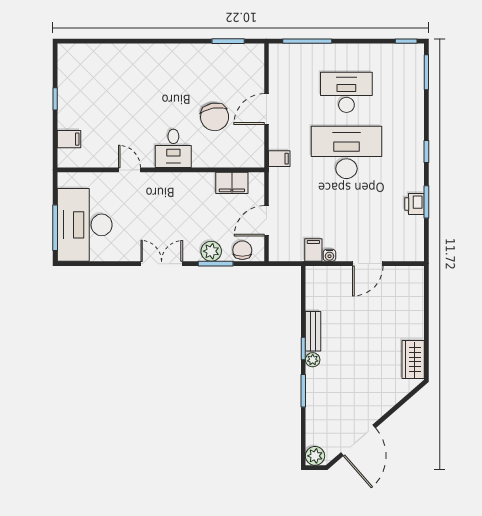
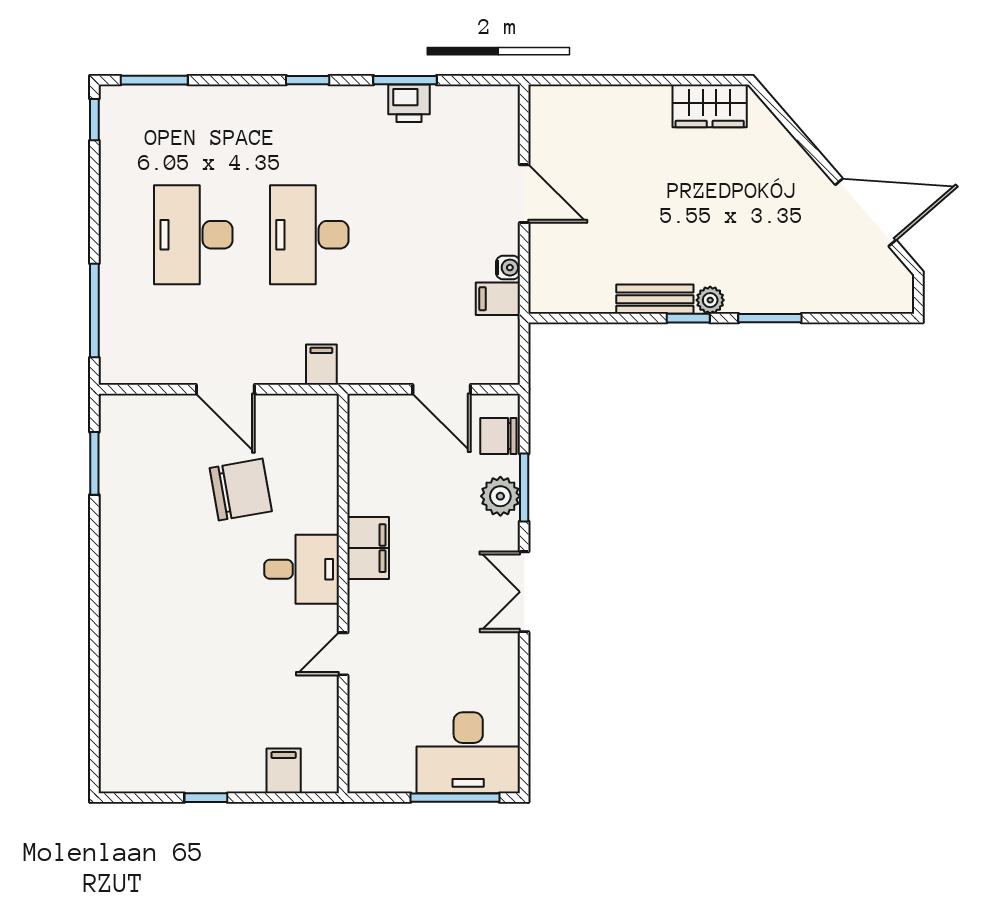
desk: (346, 152) -> (309, 235), width x0.73, depth x0.77
filing cabinet: (232, 183) -> (368, 548), moved
desk: (85, 225) -> (468, 753), width x0.73, depth x0.77
plant: (315, 456) -> (896, 296), removed

